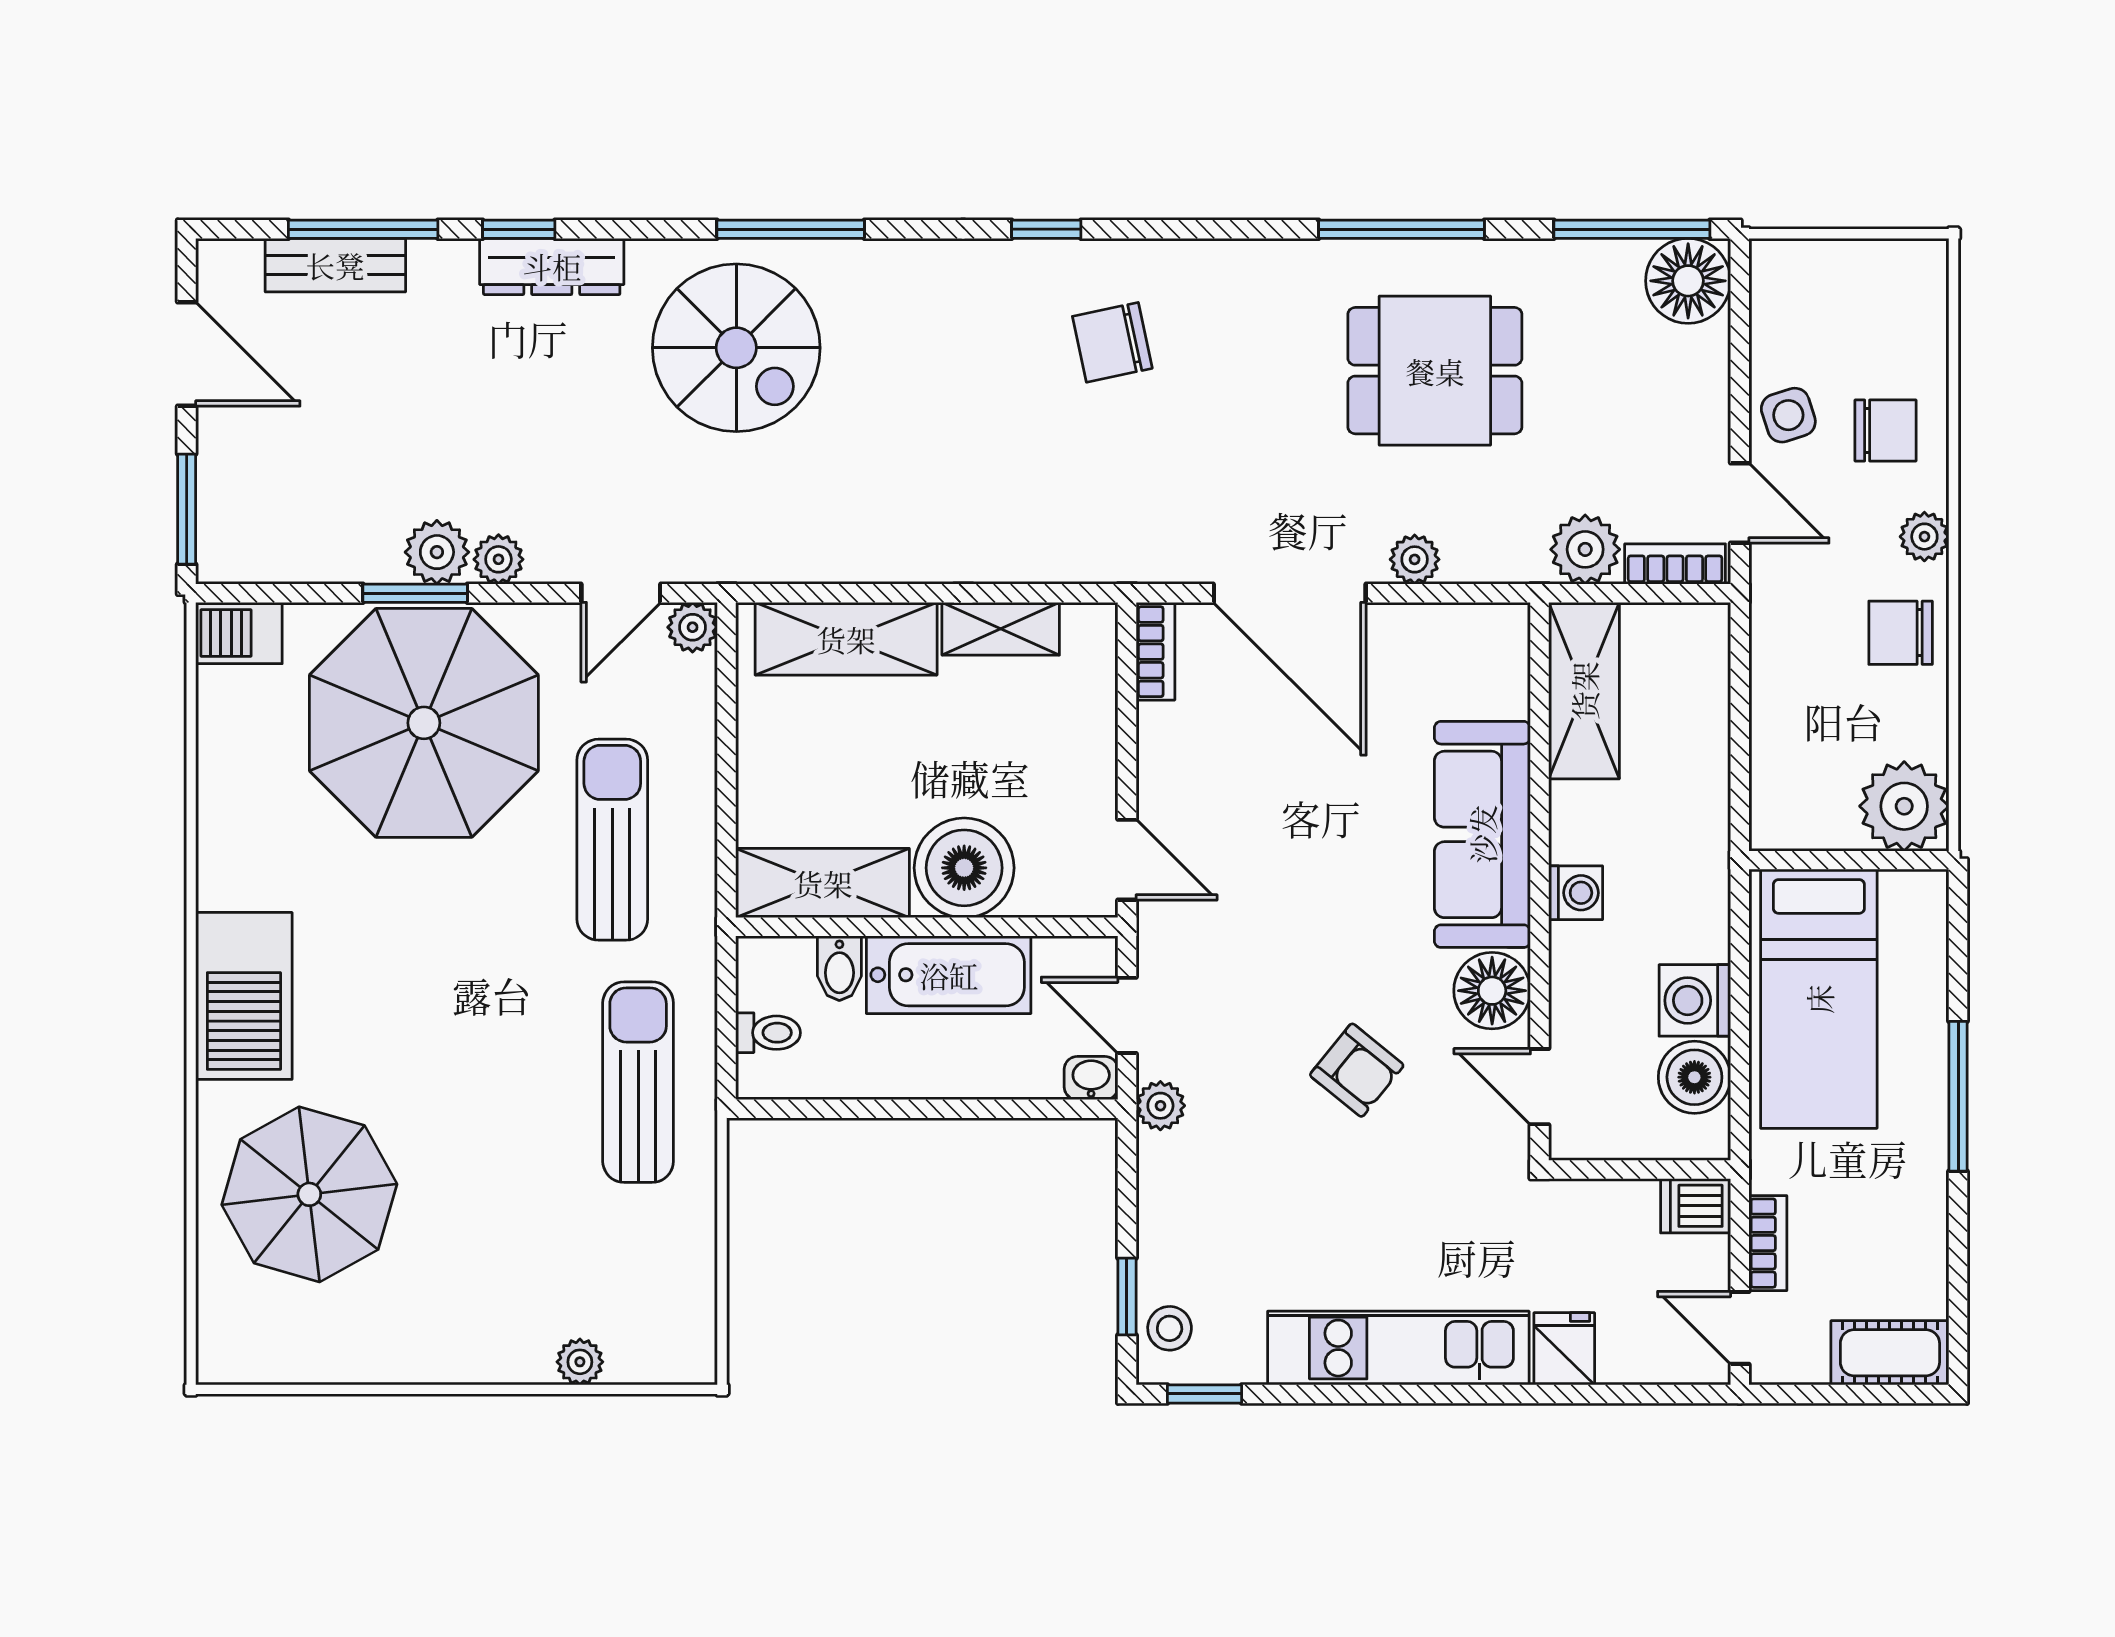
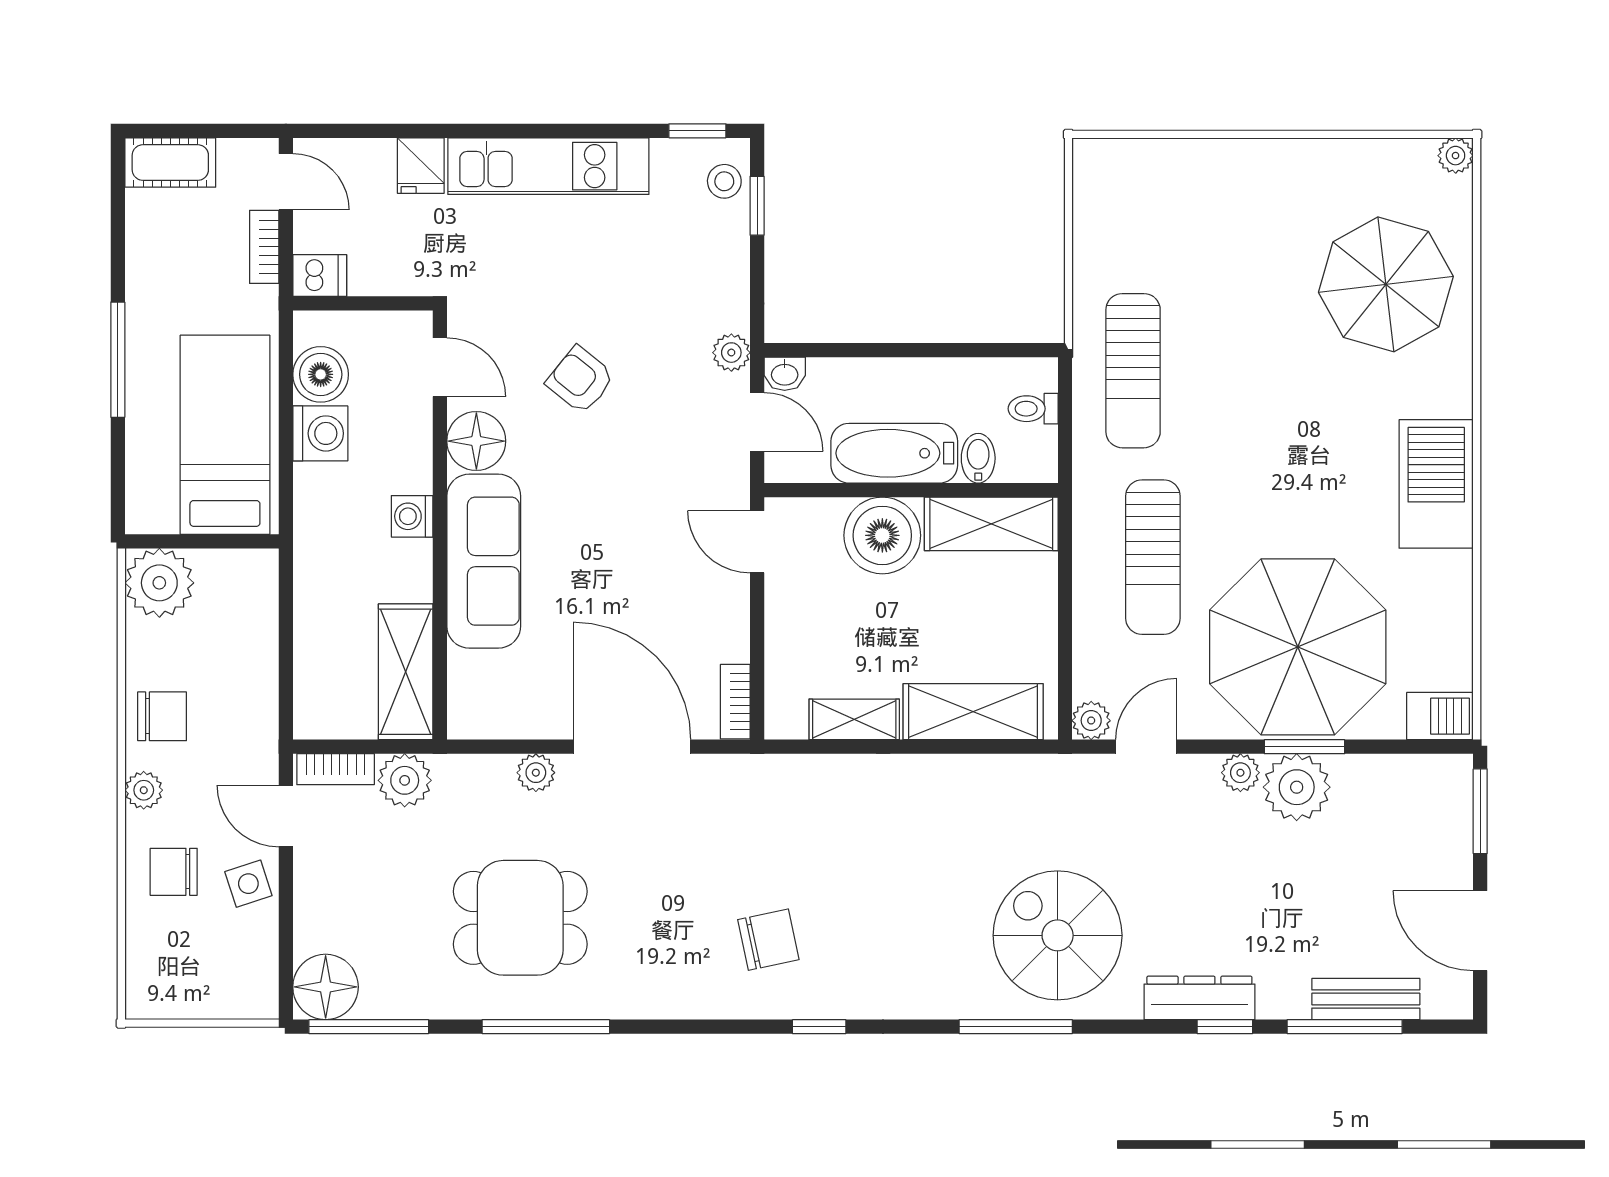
plant: (437, 552) -> (1297, 787), width x1.36, depth x1.36
barbecue: (244, 996) -> (1436, 484), moved
plant: (580, 1362) -> (1456, 156), moved

